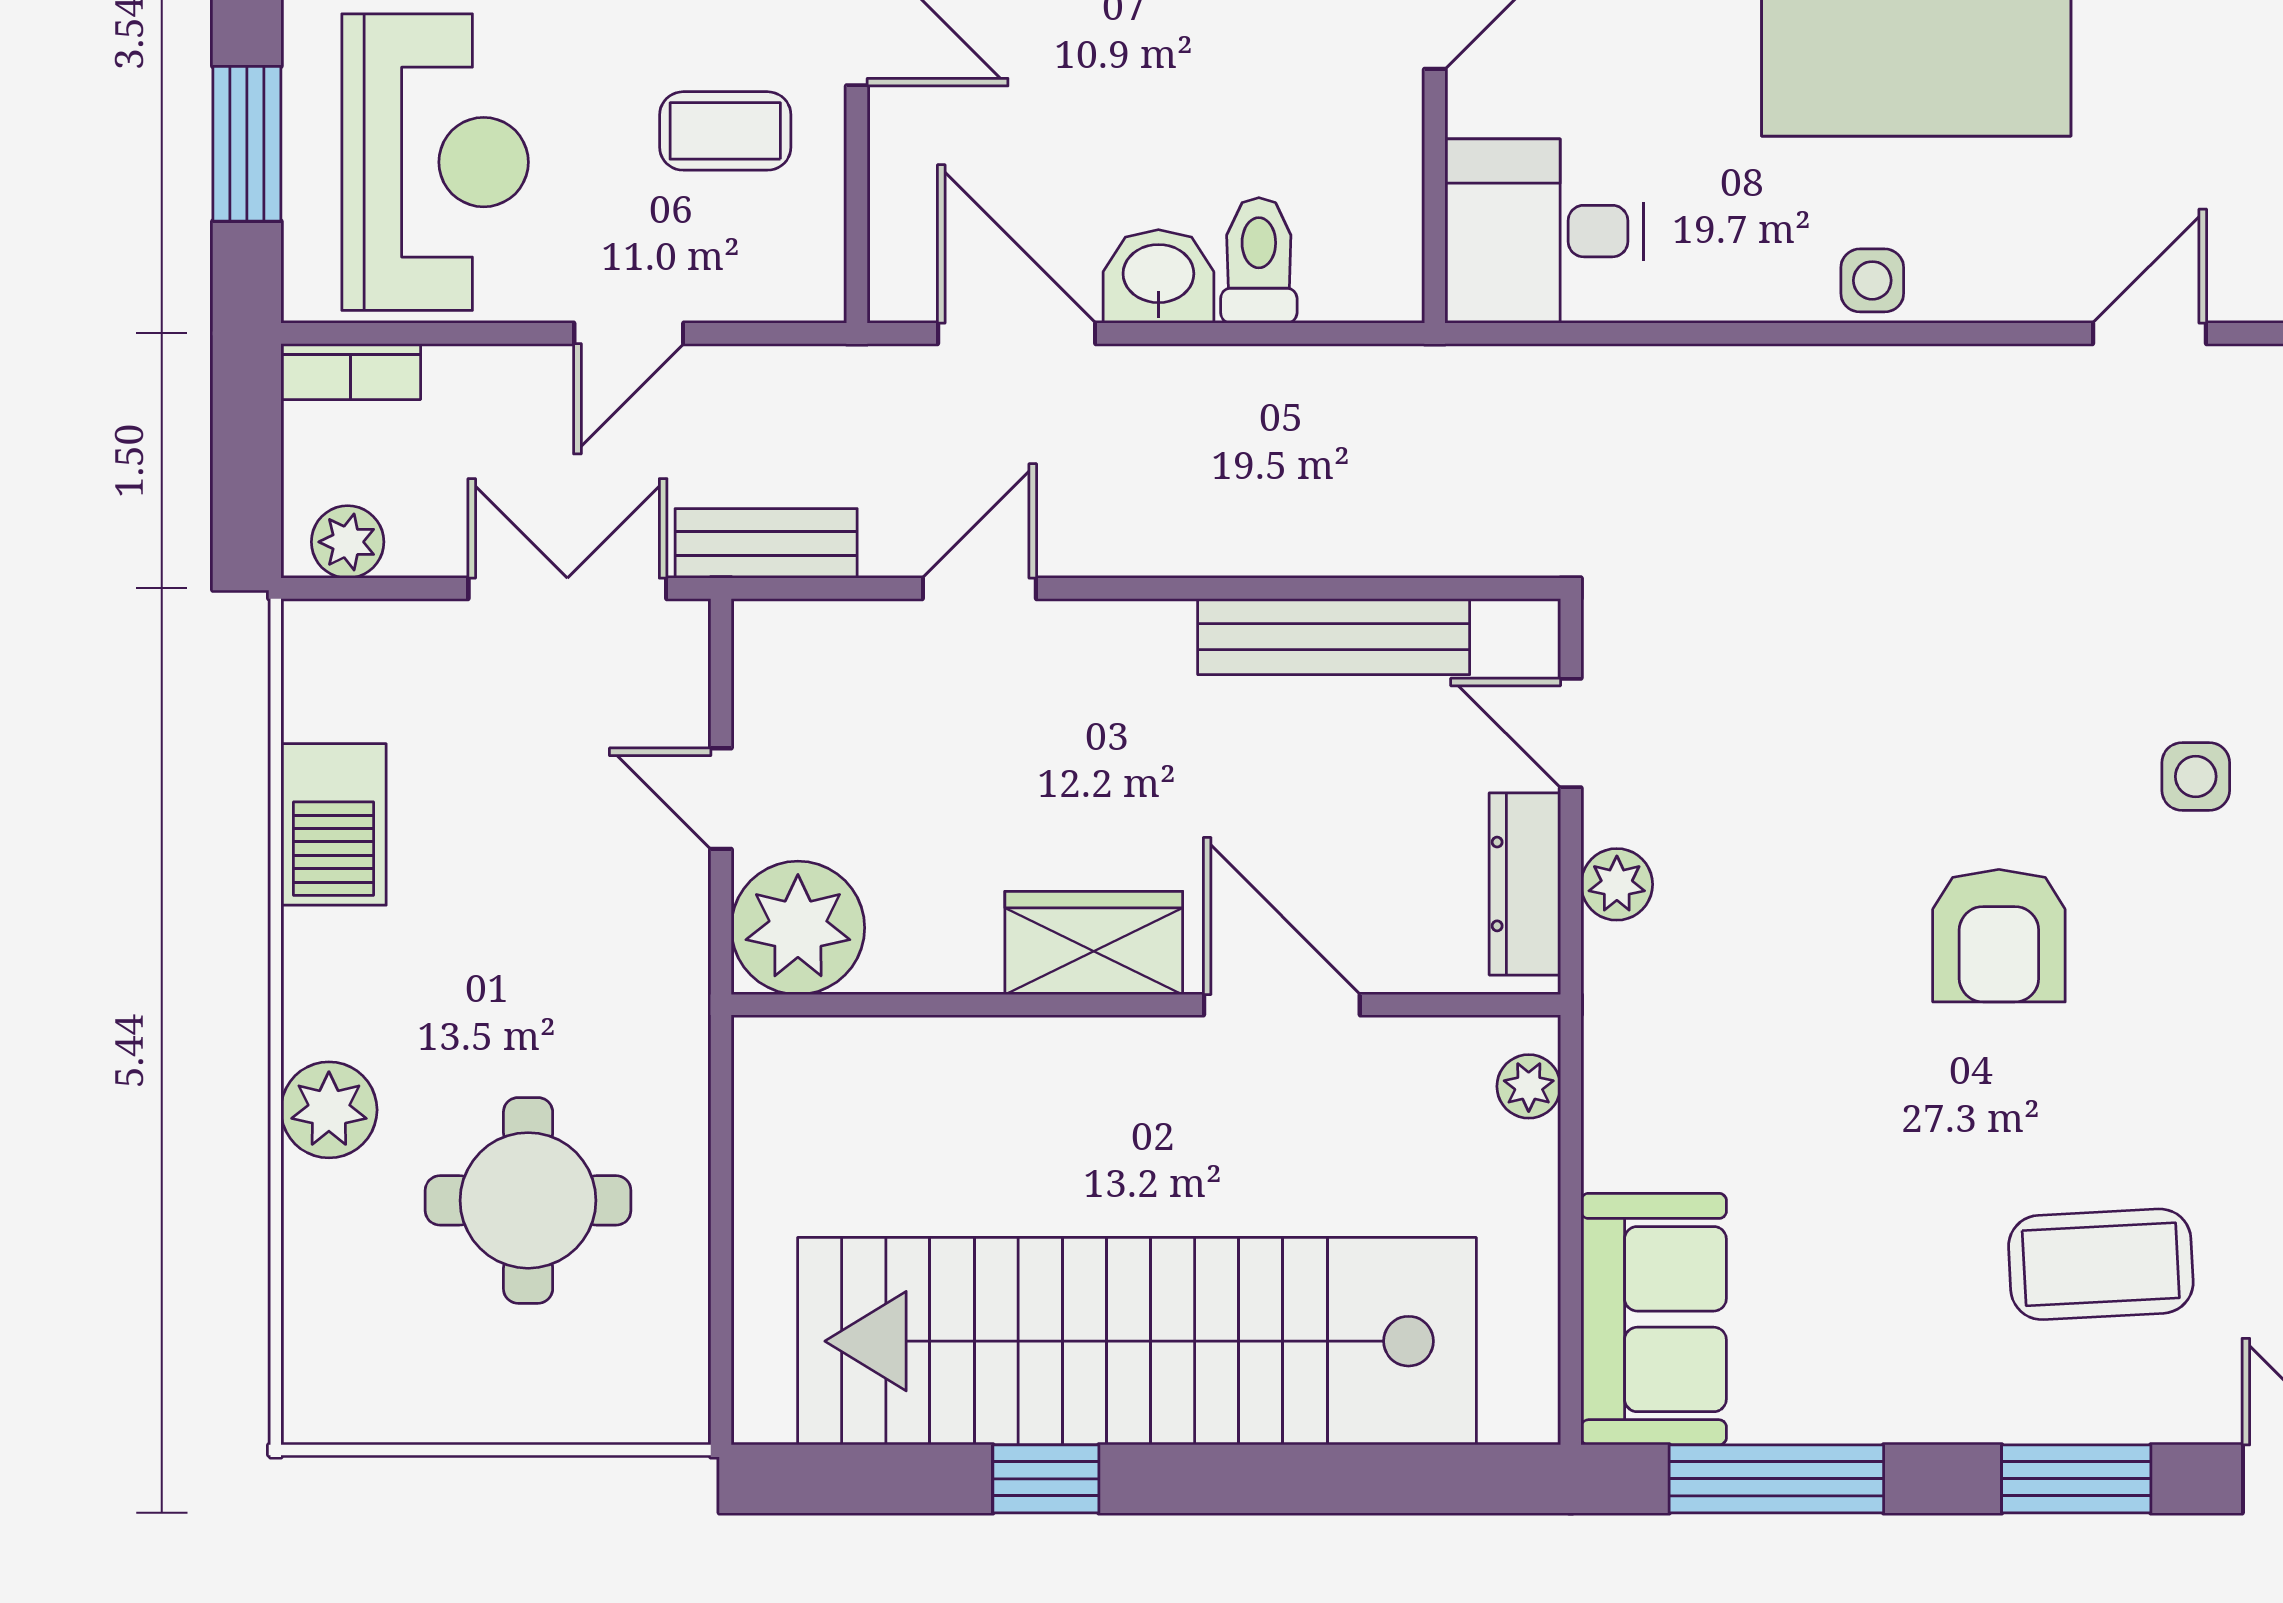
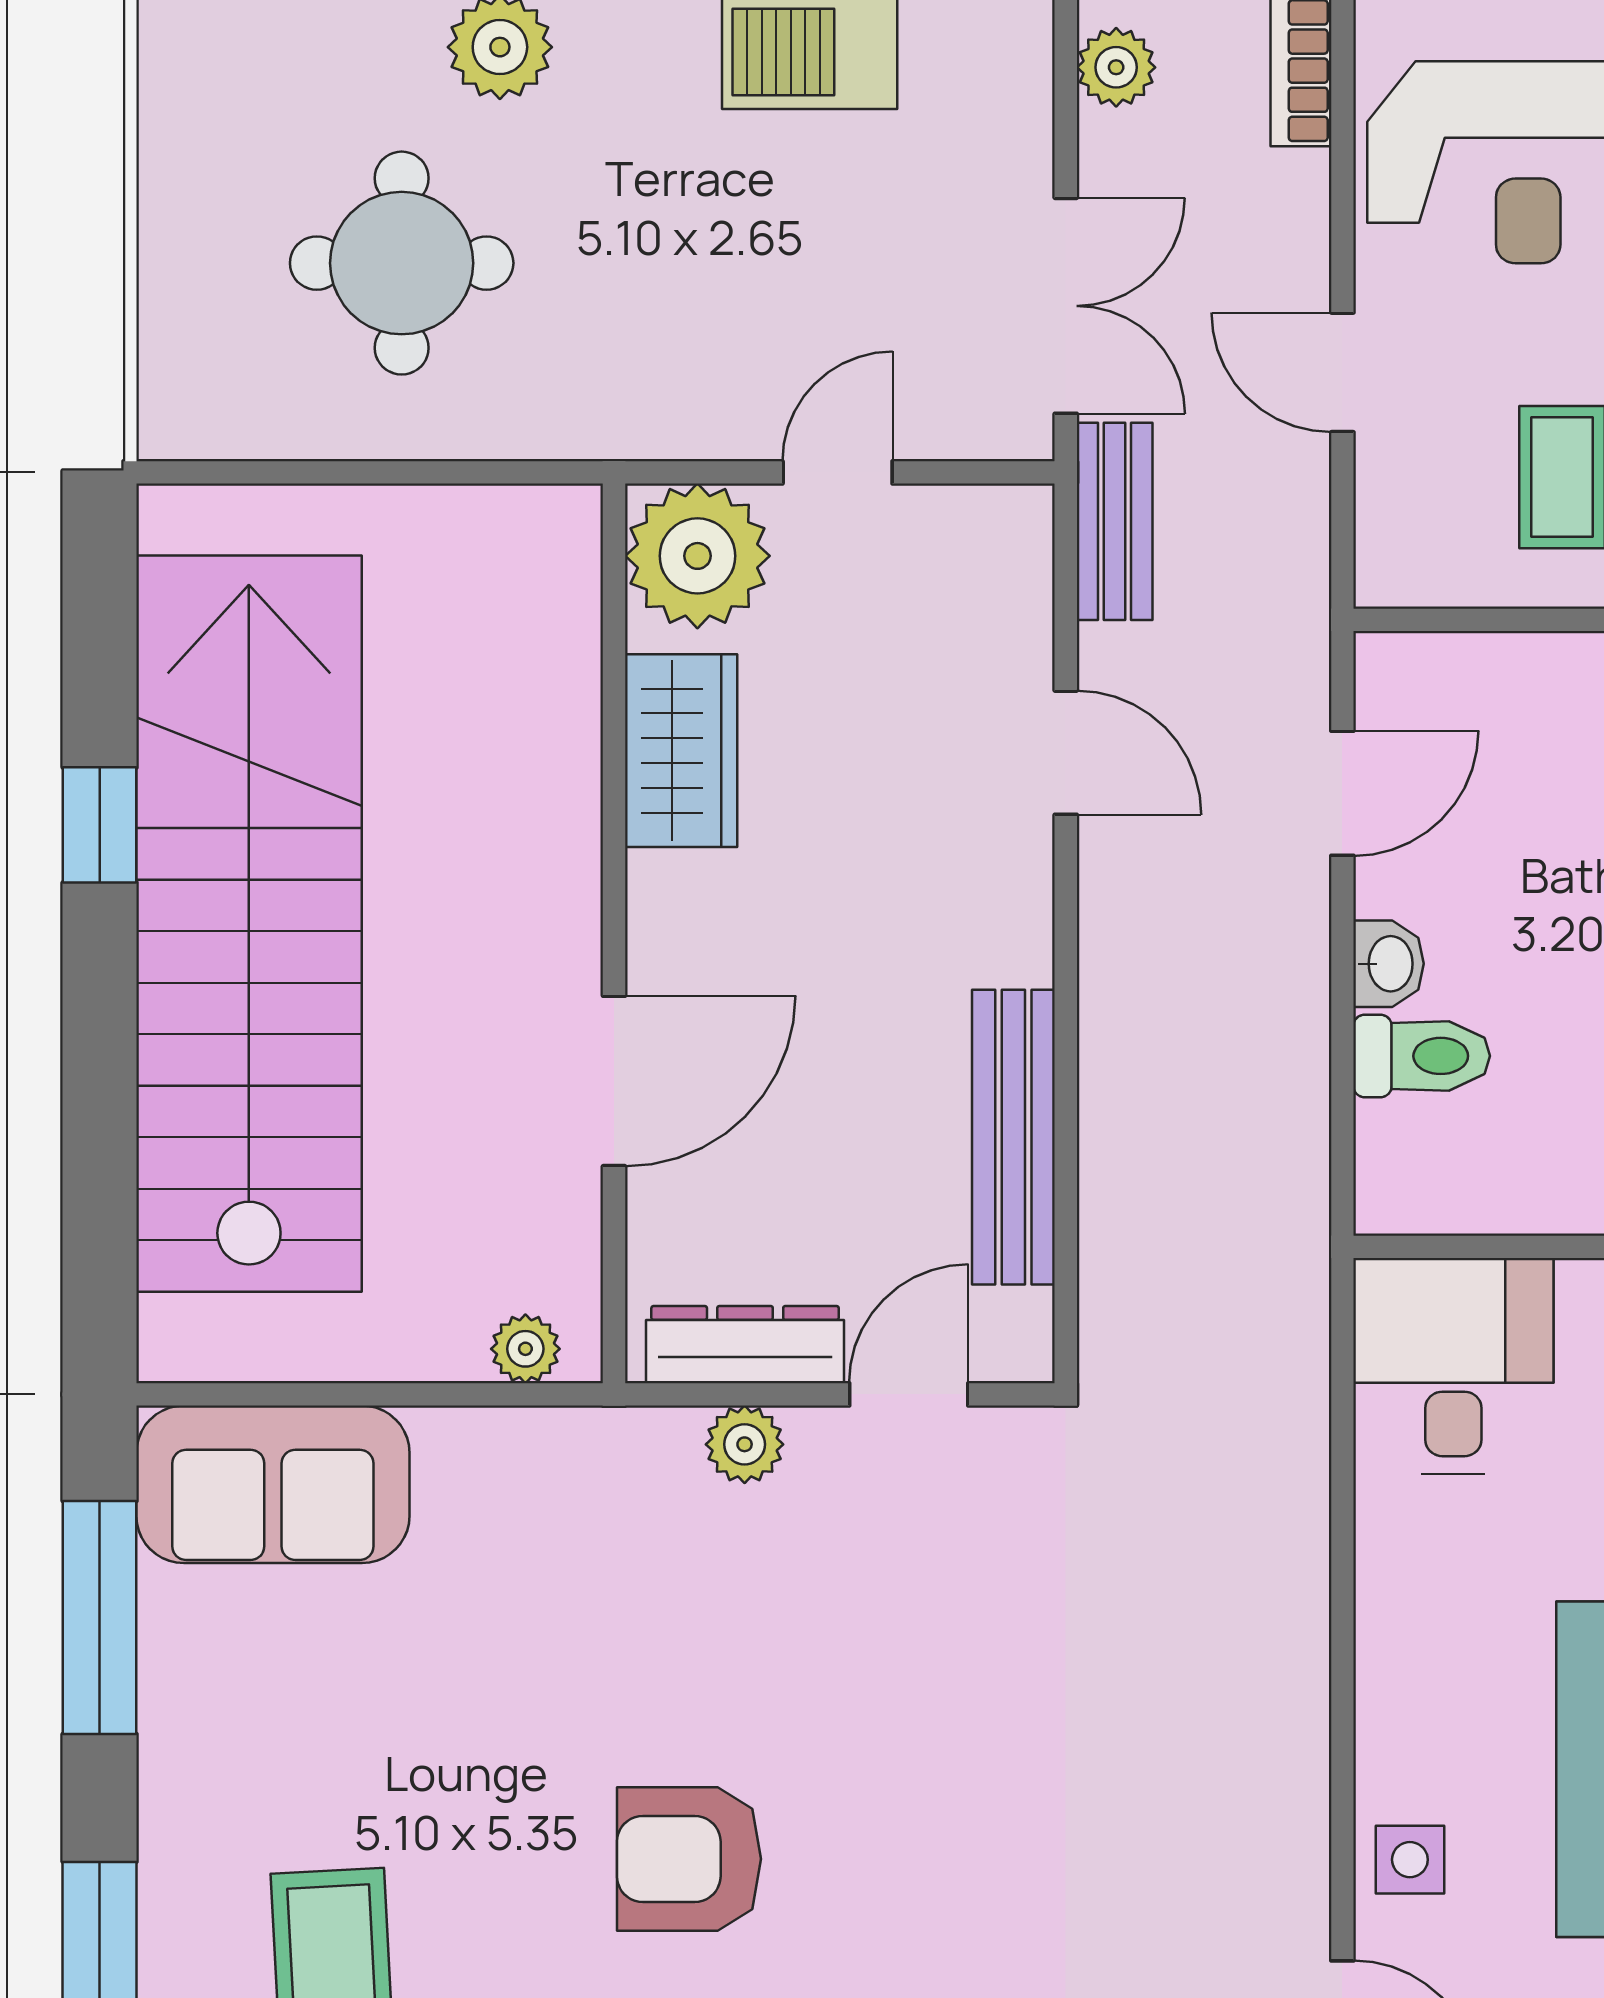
washbasin: (1158, 276) -> (1389, 964), width x0.72, depth x0.69
side table: (1872, 280) -> (1410, 1860), moved
door: (1017, 333) -> (1342, 793), width x0.73
wardrobe: (1094, 943) -> (681, 751), moved

